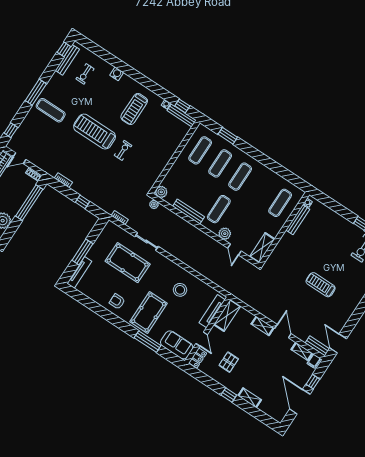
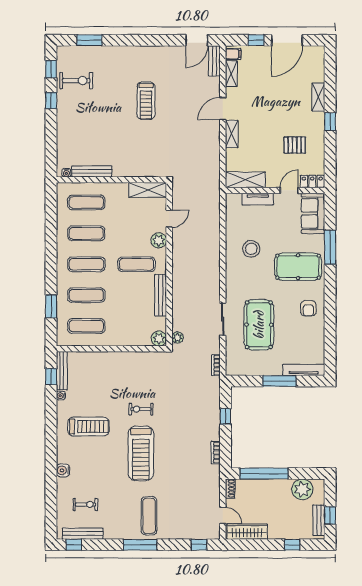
exercise mat: (260, 190) -> (86, 233), added
tv unit: (212, 311) -> (258, 199), width x0.71

